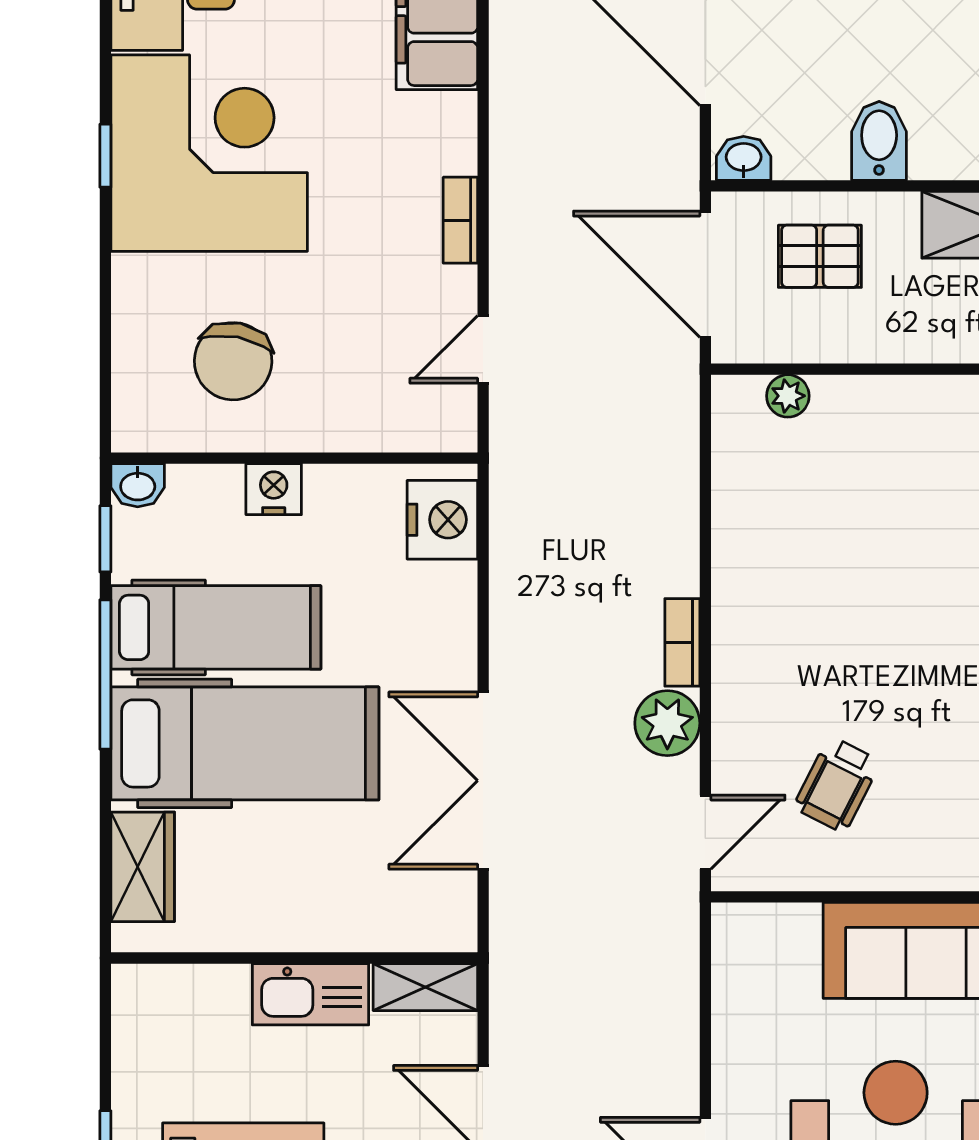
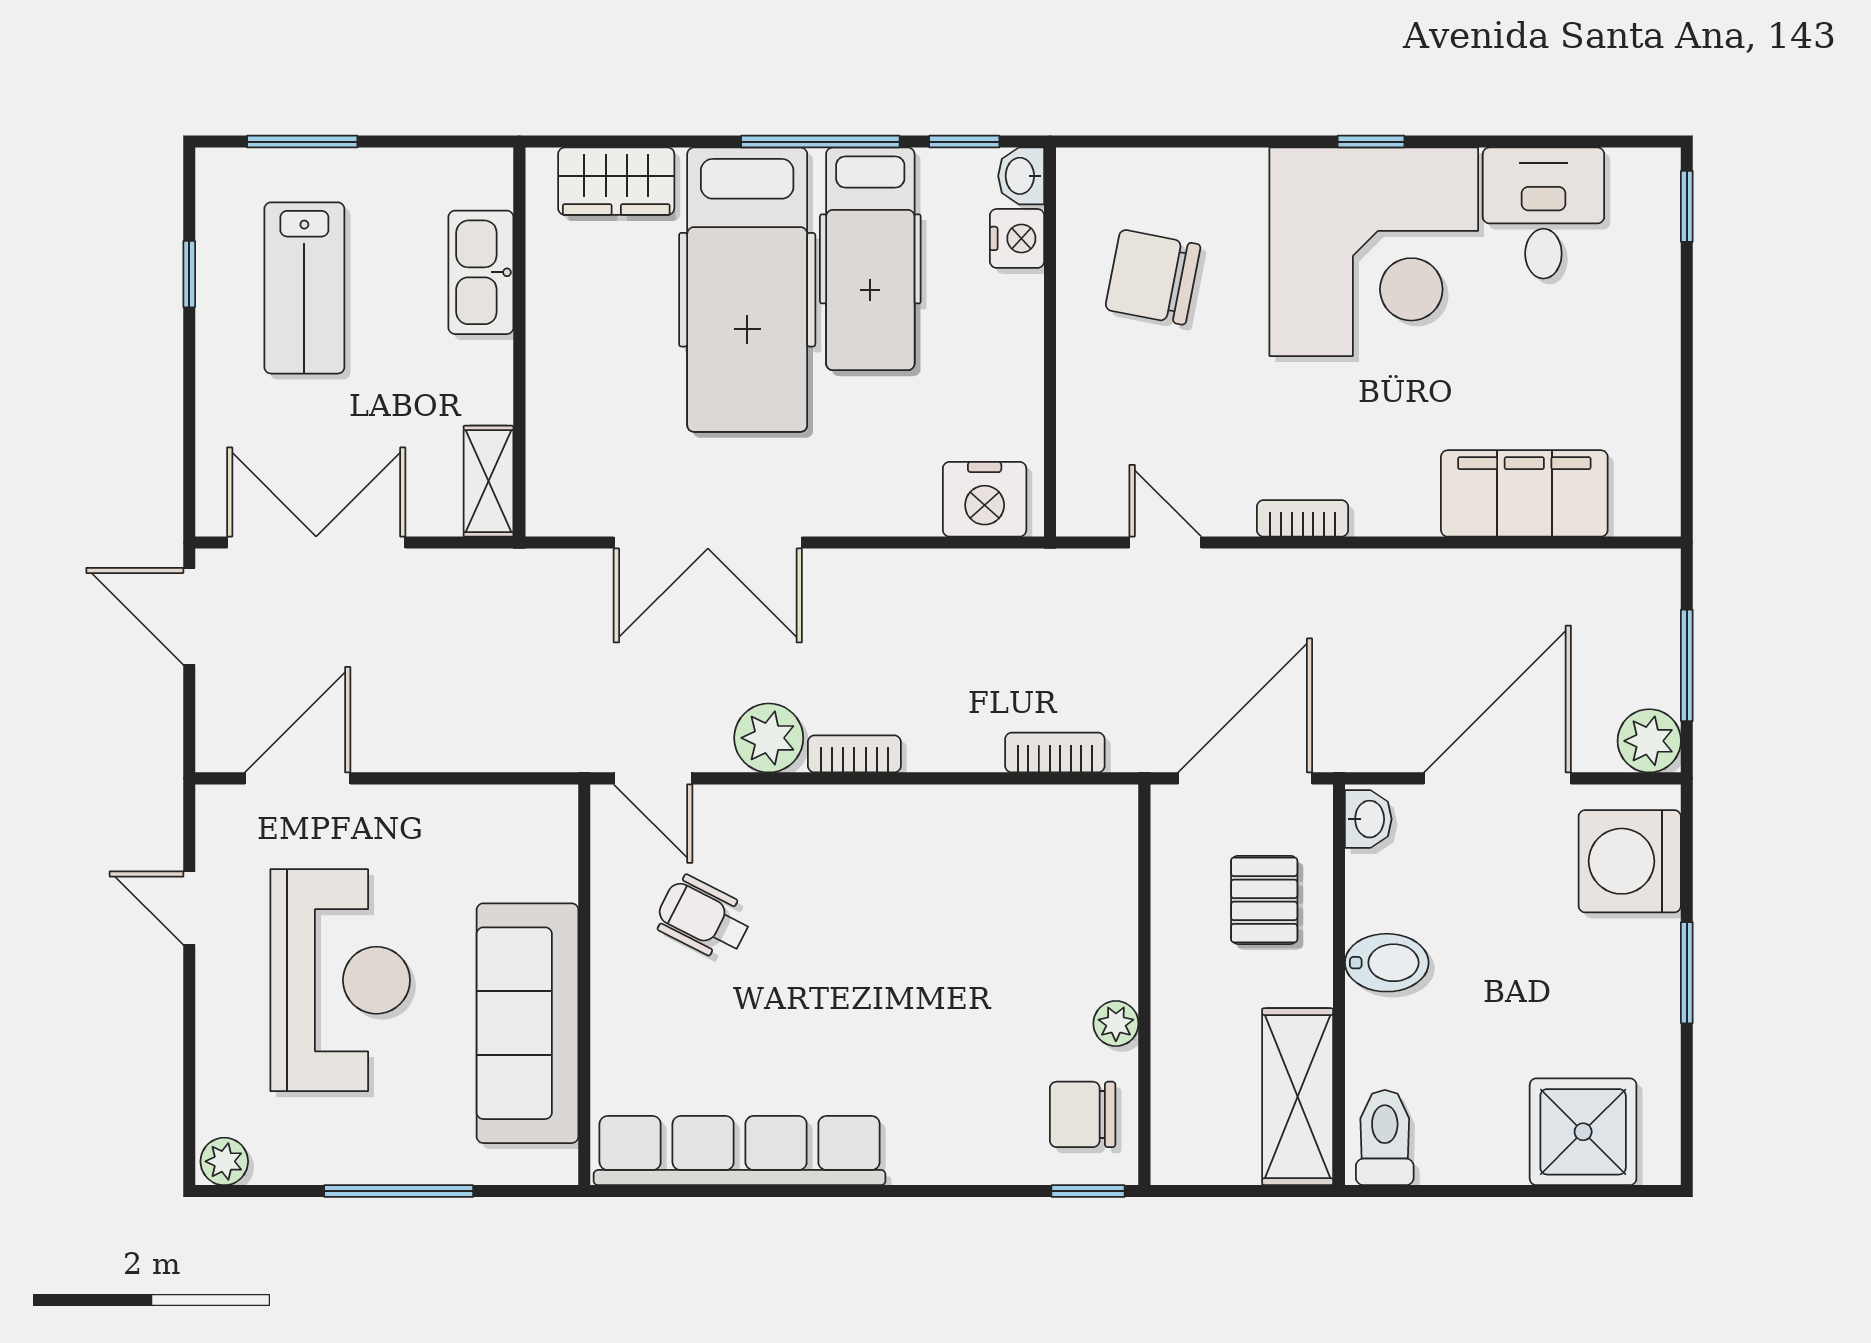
plant: (788, 396) -> (1116, 1024), moved
bookcase: (681, 453) -> (1055, 753), added
nightstand: (274, 489) -> (1017, 238), moved
double door: (483, 781) -> (708, 543), swing flipped
kitchen sink: (311, 994) -> (481, 272), moved

